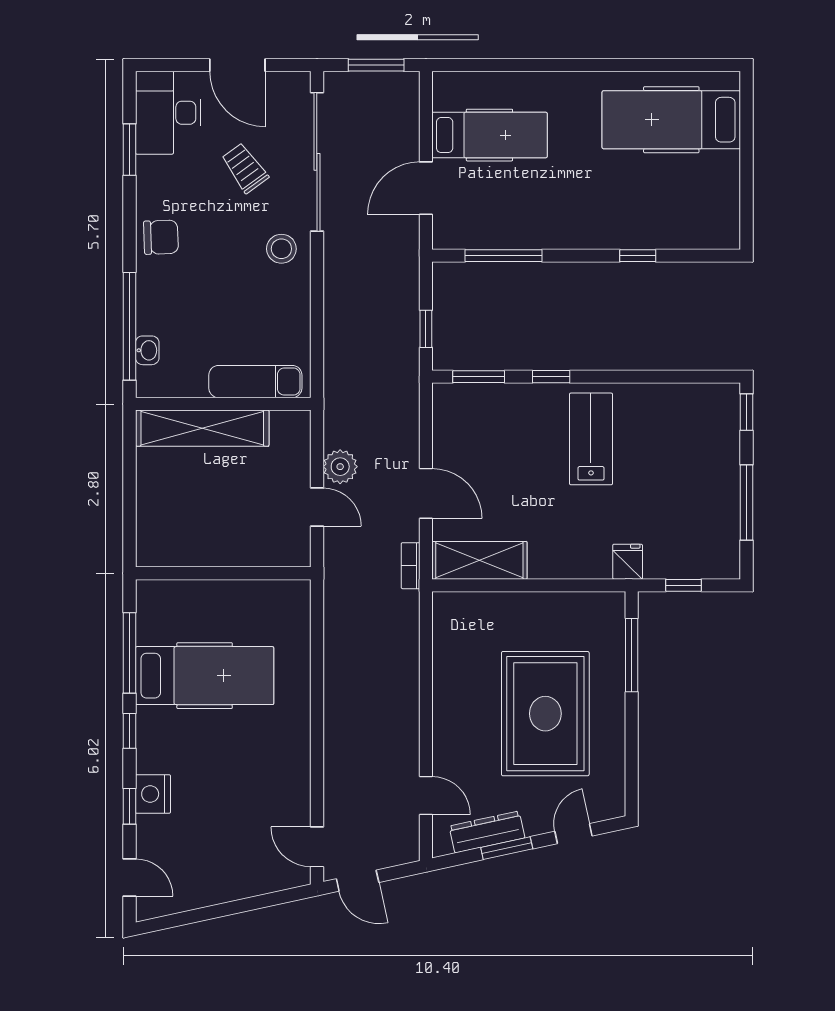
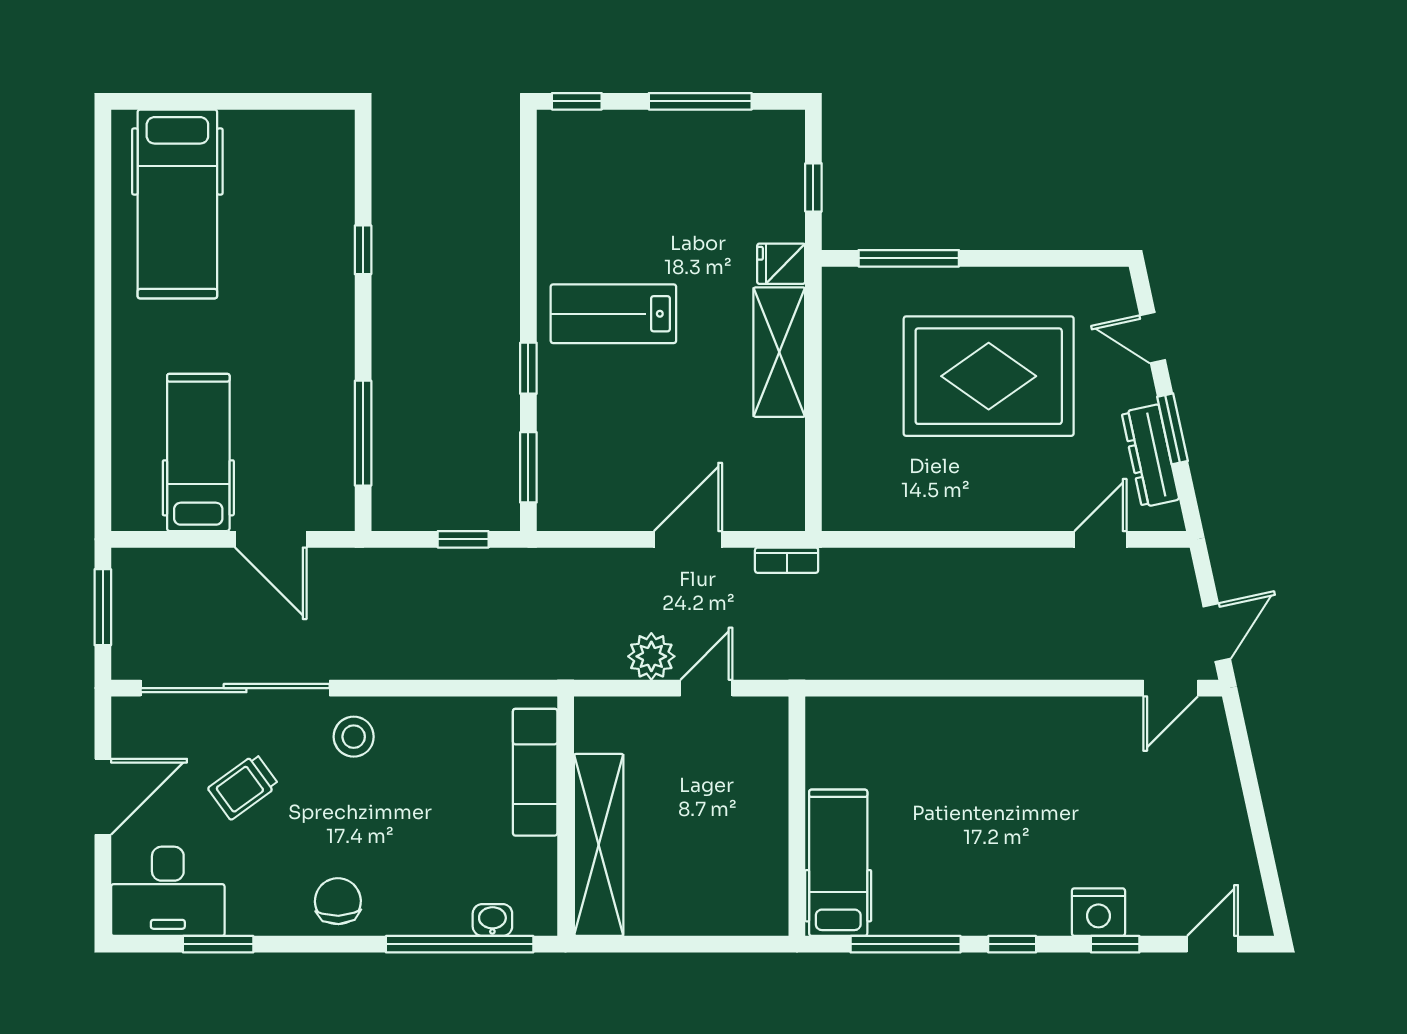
shelving: (479, 560) -> (779, 352), moved
hospital bed: (205, 676) -> (838, 863), moved, width x0.73, depth x0.78

